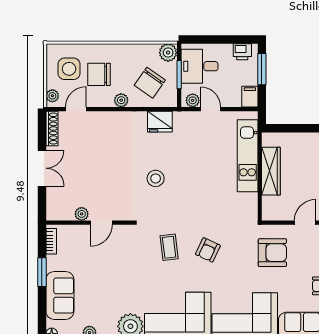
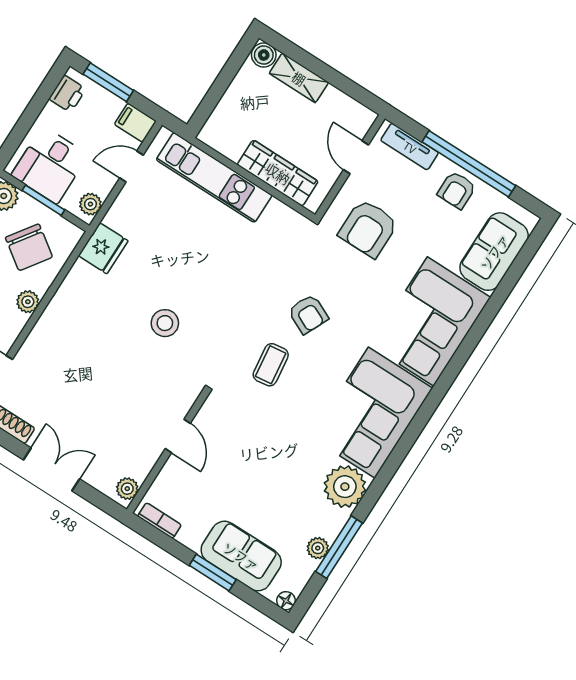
door: (211, 109) -> (131, 166), moved
fridge: (160, 122) -> (103, 248), moved
wardrobe: (271, 171) -> (278, 173), moved
plant: (82, 214) -> (127, 489), moved
coffee table: (169, 247) -> (271, 365), turned 90
armchair: (272, 253) -> (368, 228), turned 180
window: (42, 272) -> (213, 573), moved

